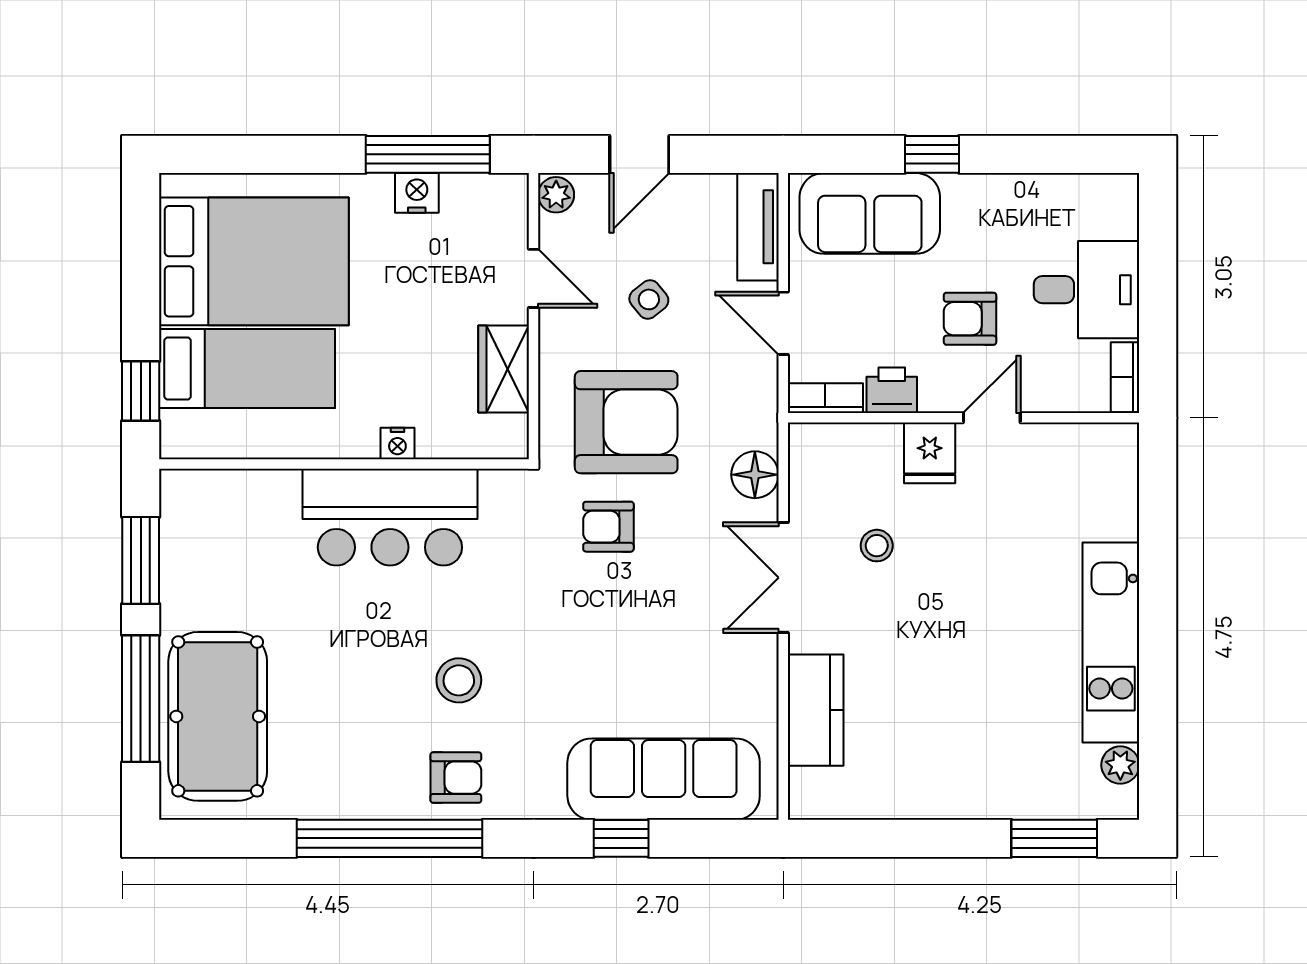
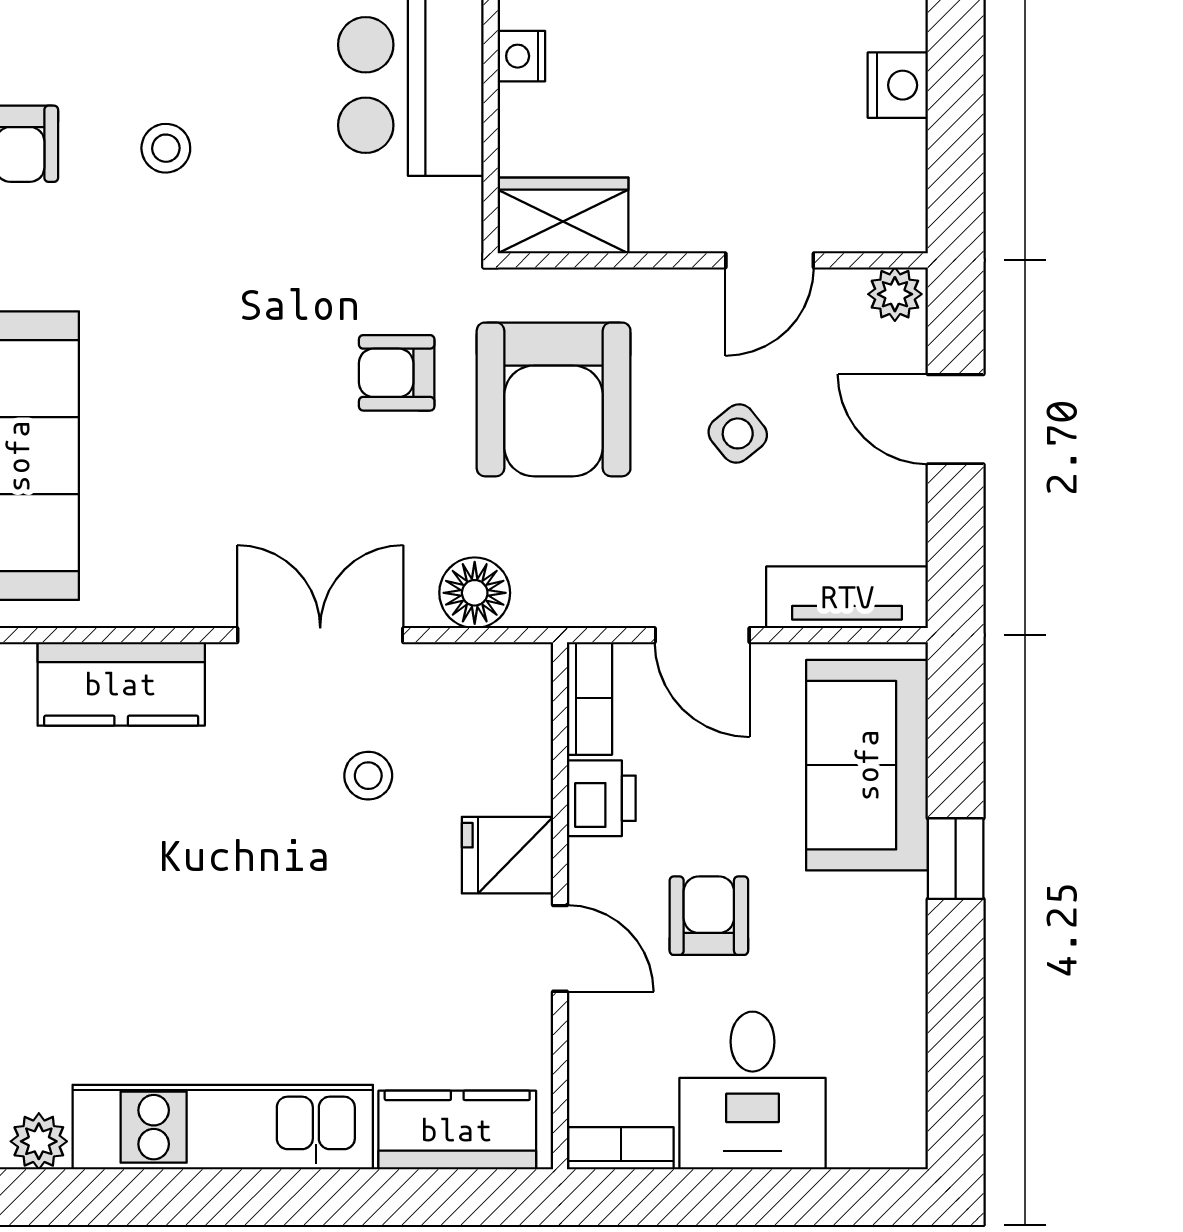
window: (428, 154) -> (956, 102), removed
door: (783, 323) -> (702, 635), swing flipped
wardrobe: (504, 369) -> (563, 215), moved
kitchen counter: (1113, 486) -> (457, 1130), added
armchair: (608, 527) -> (397, 373), turned -90
stool: (459, 680) -> (166, 148), width x0.73, depth x0.73

